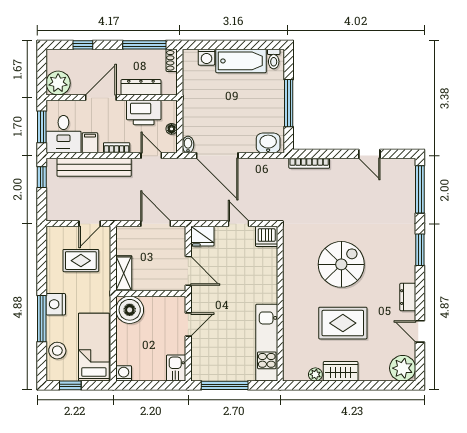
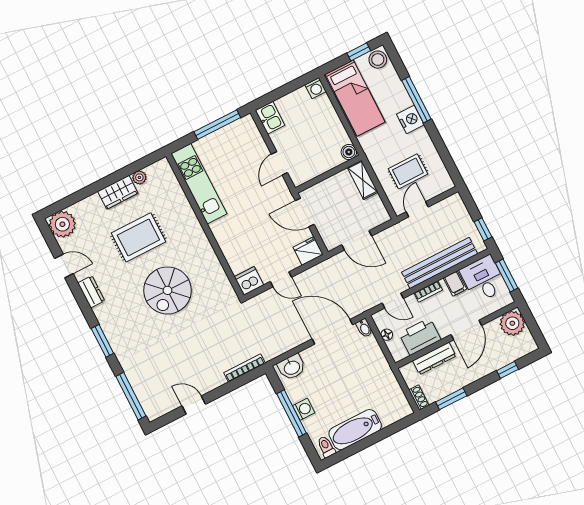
window: (144, 45) -> (451, 399), width x0.69
washing machine: (206, 57) -> (304, 409), moved, turned 90
boiler: (130, 310) -> (349, 152), width x0.54, depth x0.54
stool: (57, 351) -> (378, 60), moved

